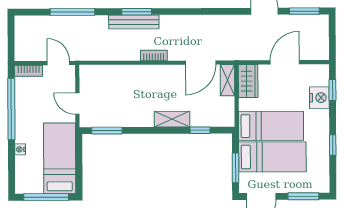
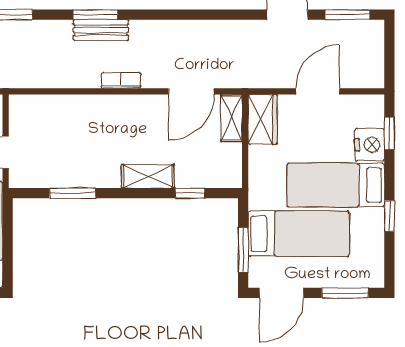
bench: (134, 22) -> (101, 30), width x0.73
bed: (271, 126) -> (336, 185), moved, turned 180
window: (107, 131) -> (73, 193), moved

